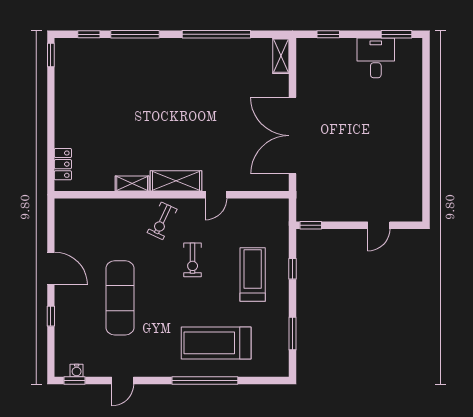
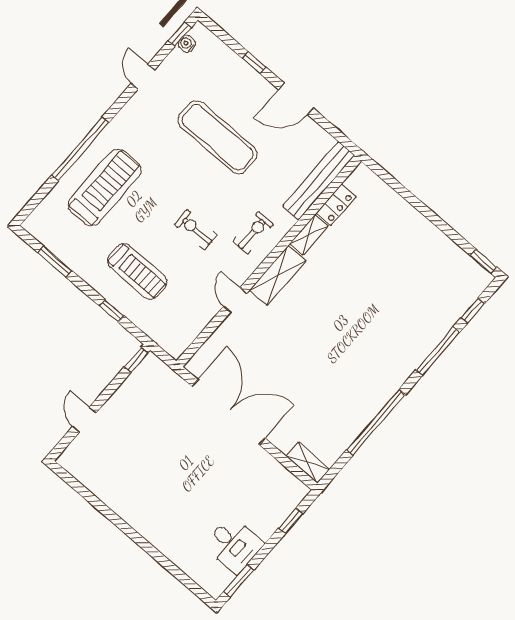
locker: (63, 164) -> (336, 205), moved, turned -90
bench: (91, 207) -> (319, 181), added
exercise bike: (162, 221) -> (253, 233), turned 65

